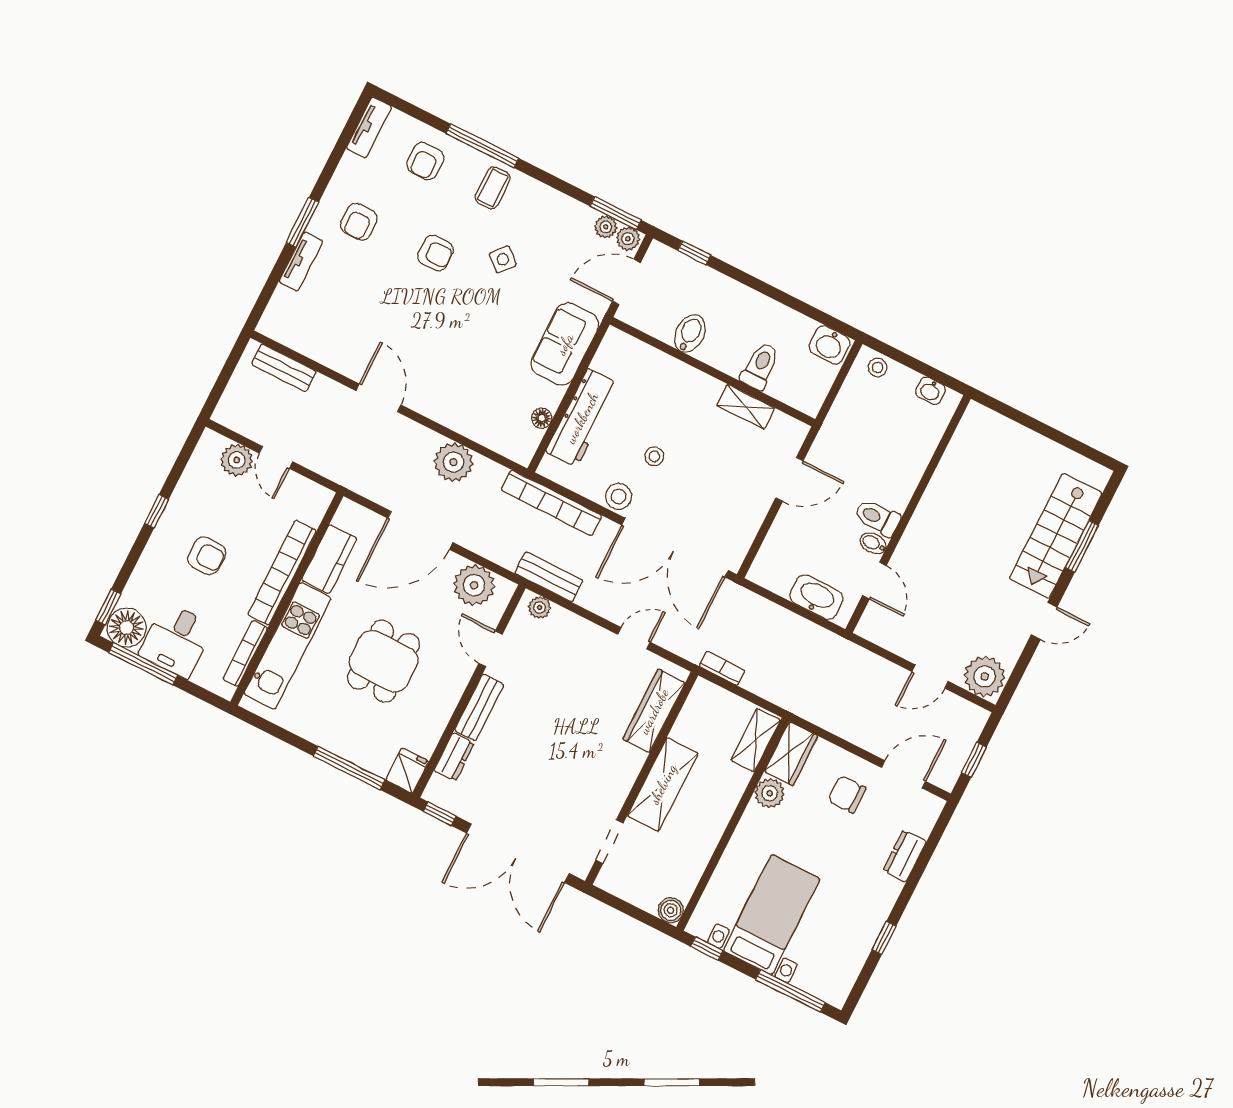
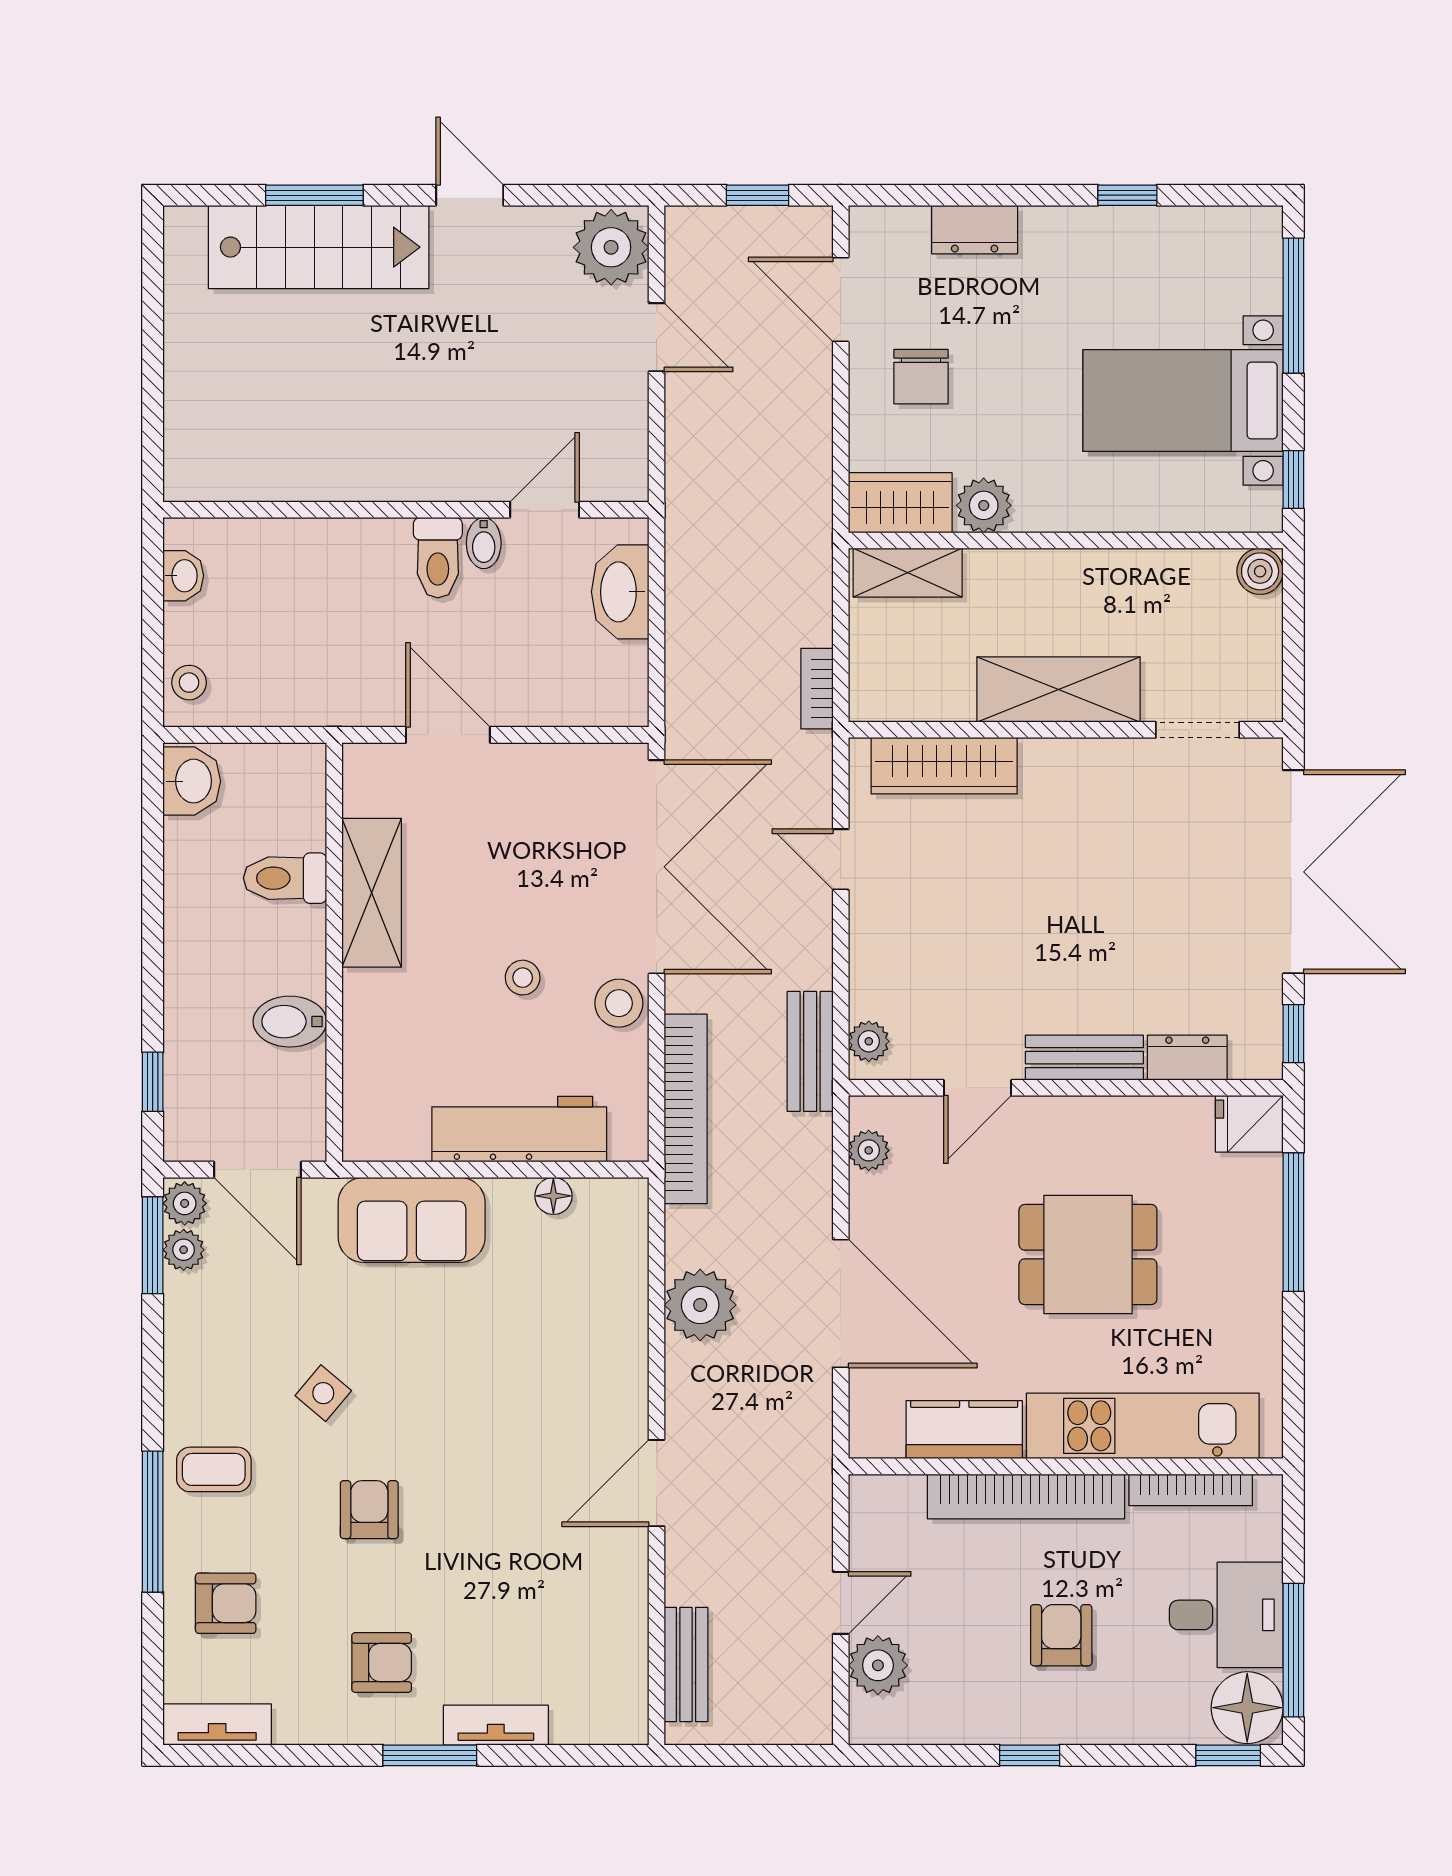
shelving: (746, 407) -> (372, 893), width x1.50, depth x1.33
plant: (474, 585) -> (869, 1150), width x0.53, depth x0.53

